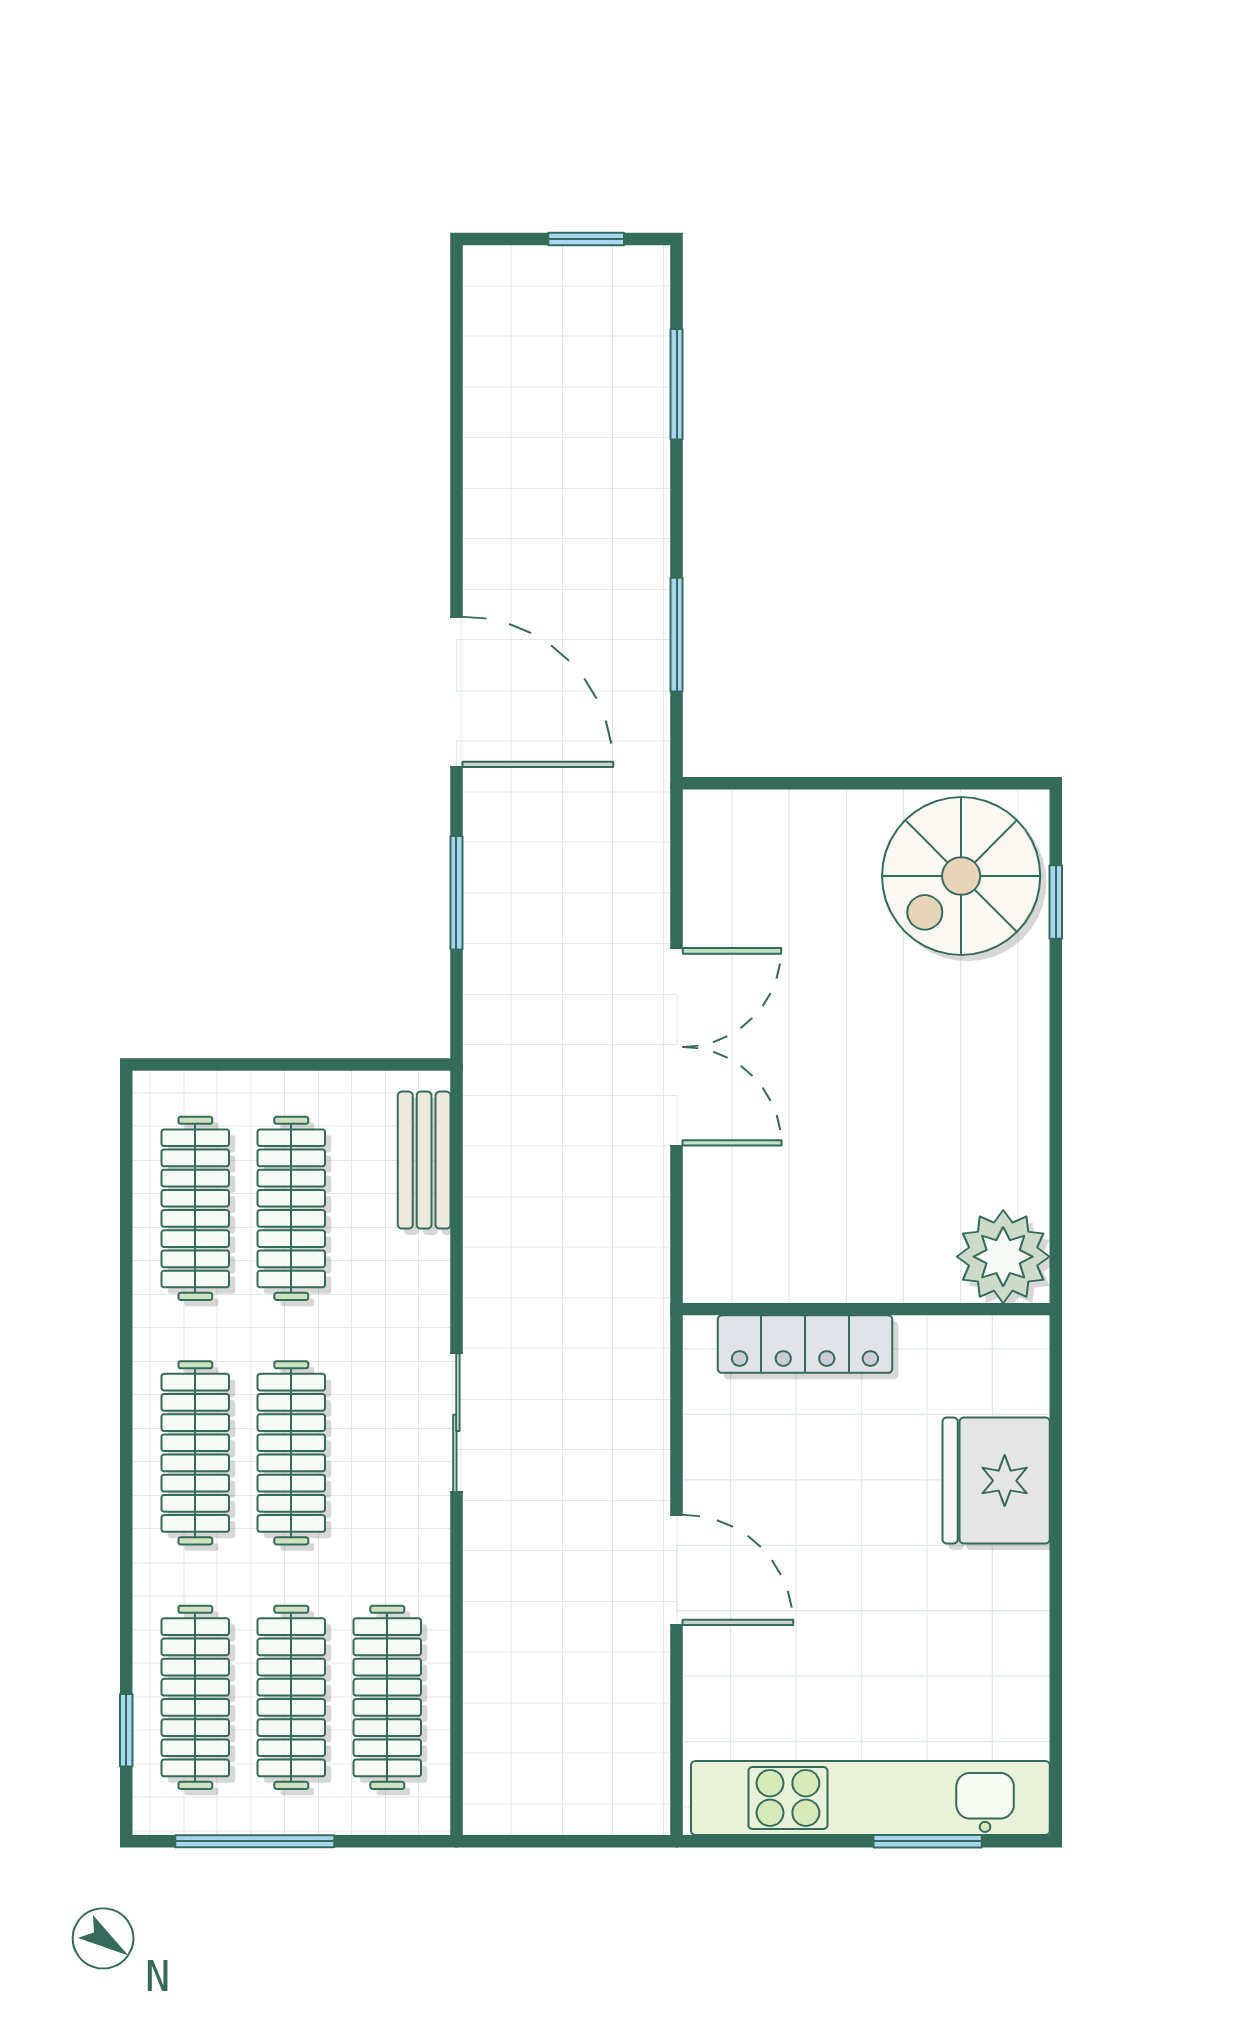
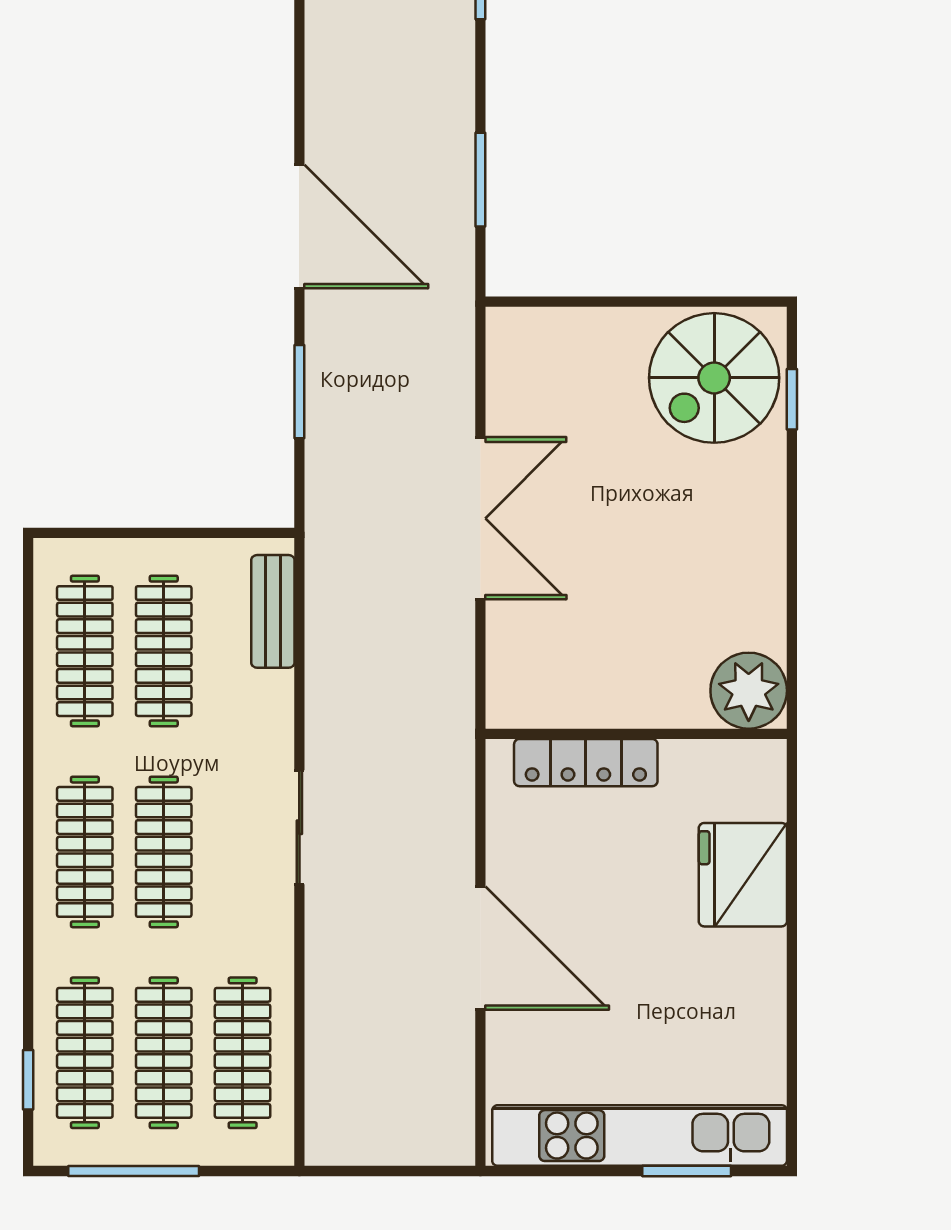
door: (677, 1570) -> (480, 948), width x1.36

